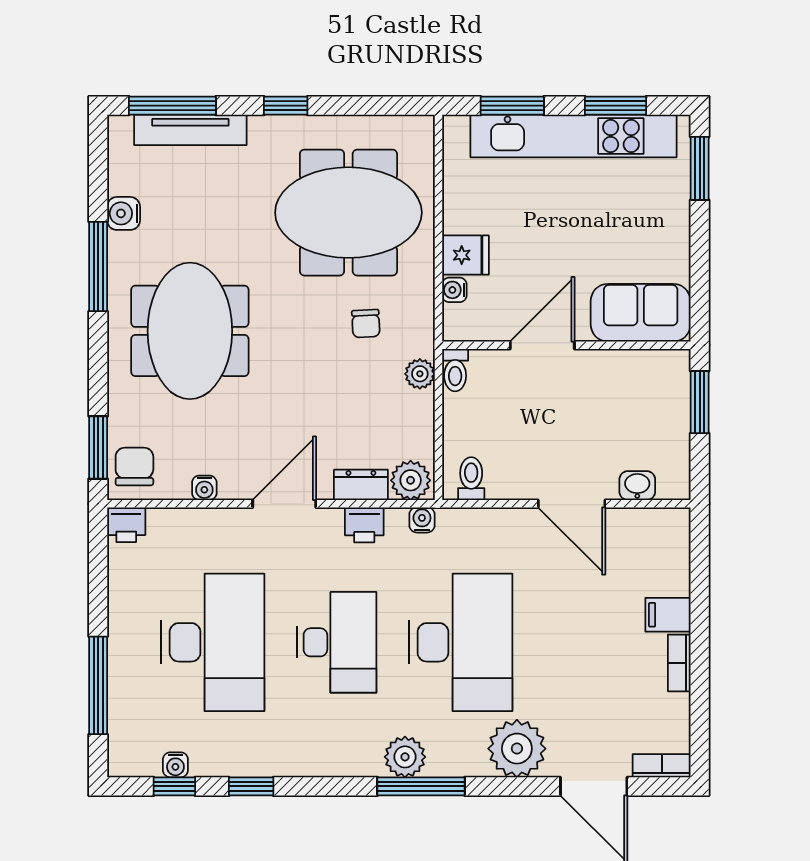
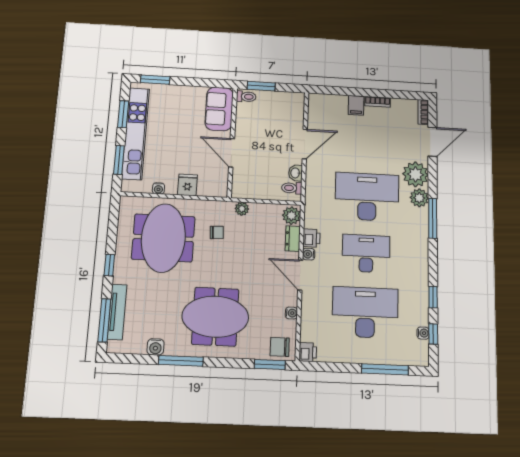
water cooler: (454, 290) -> (158, 188), moved
toilet: (455, 370) -> (246, 97), moved
washbasin: (637, 486) -> (295, 173), moved
water cooler: (422, 520) -> (309, 254), moved
plant: (405, 757) -> (419, 198), moved

